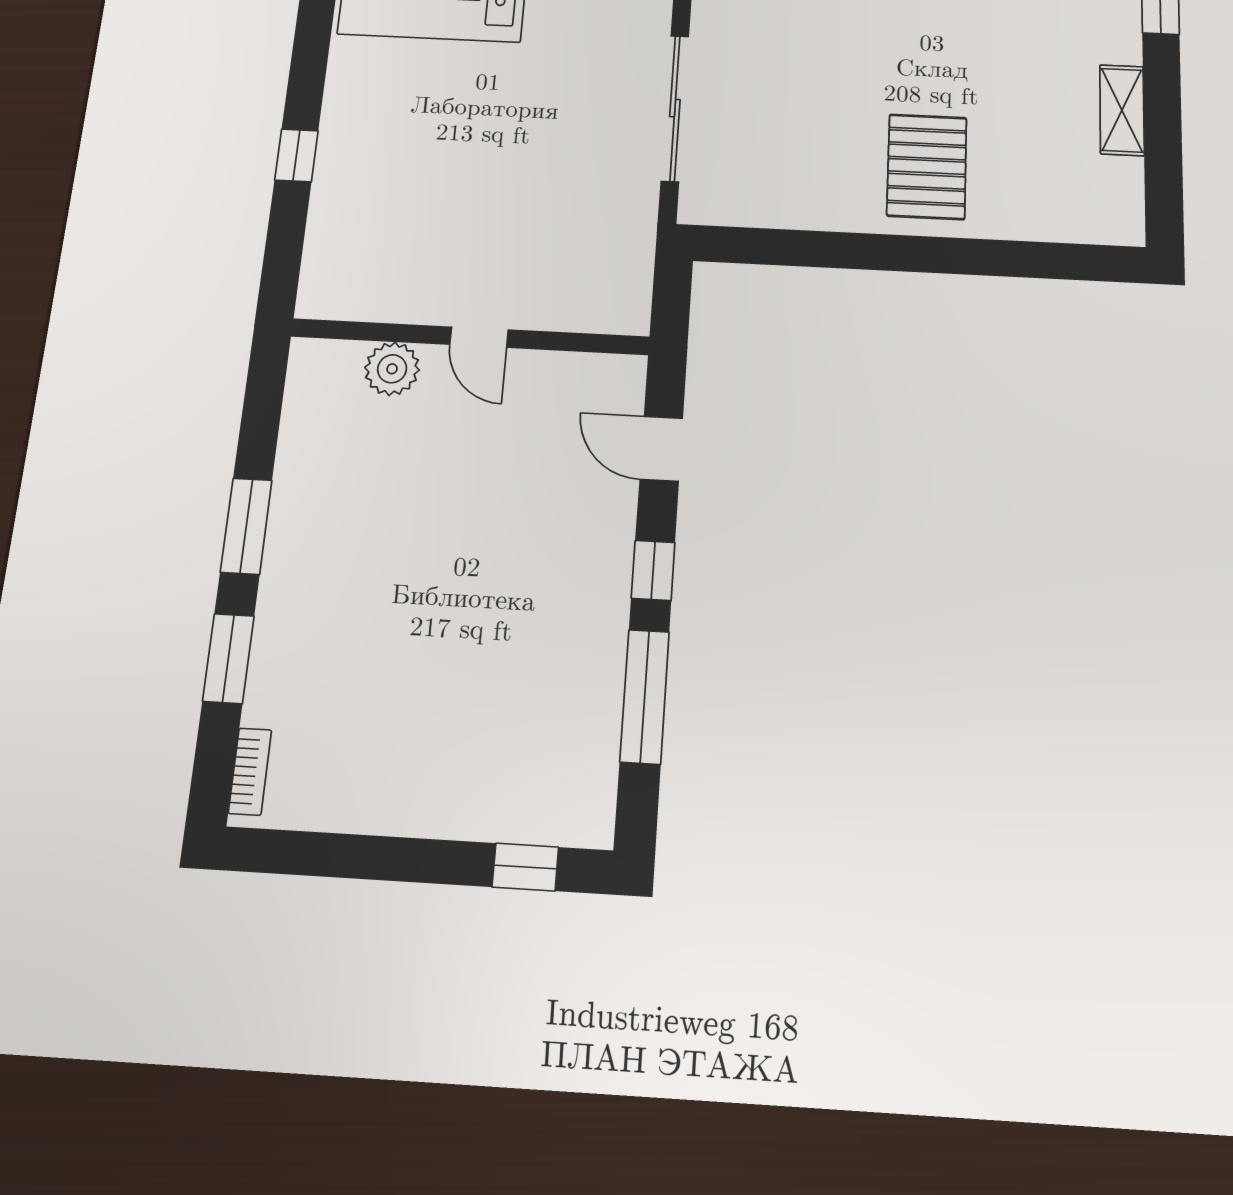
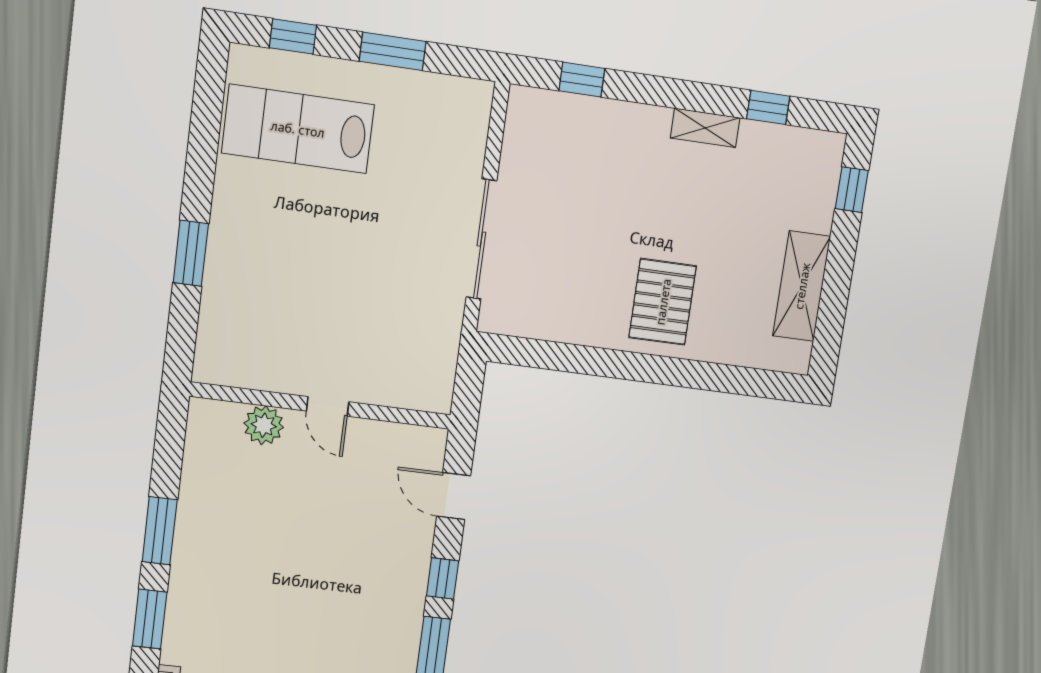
shelving: (1122, 110) -> (802, 286), width x1.50, depth x1.33
window: (296, 155) -> (191, 253), width x1.50

